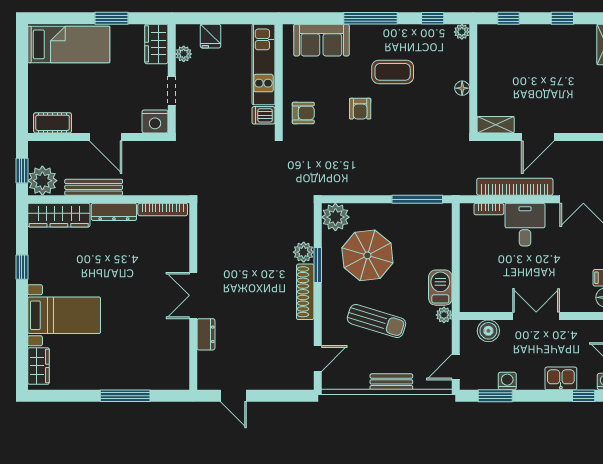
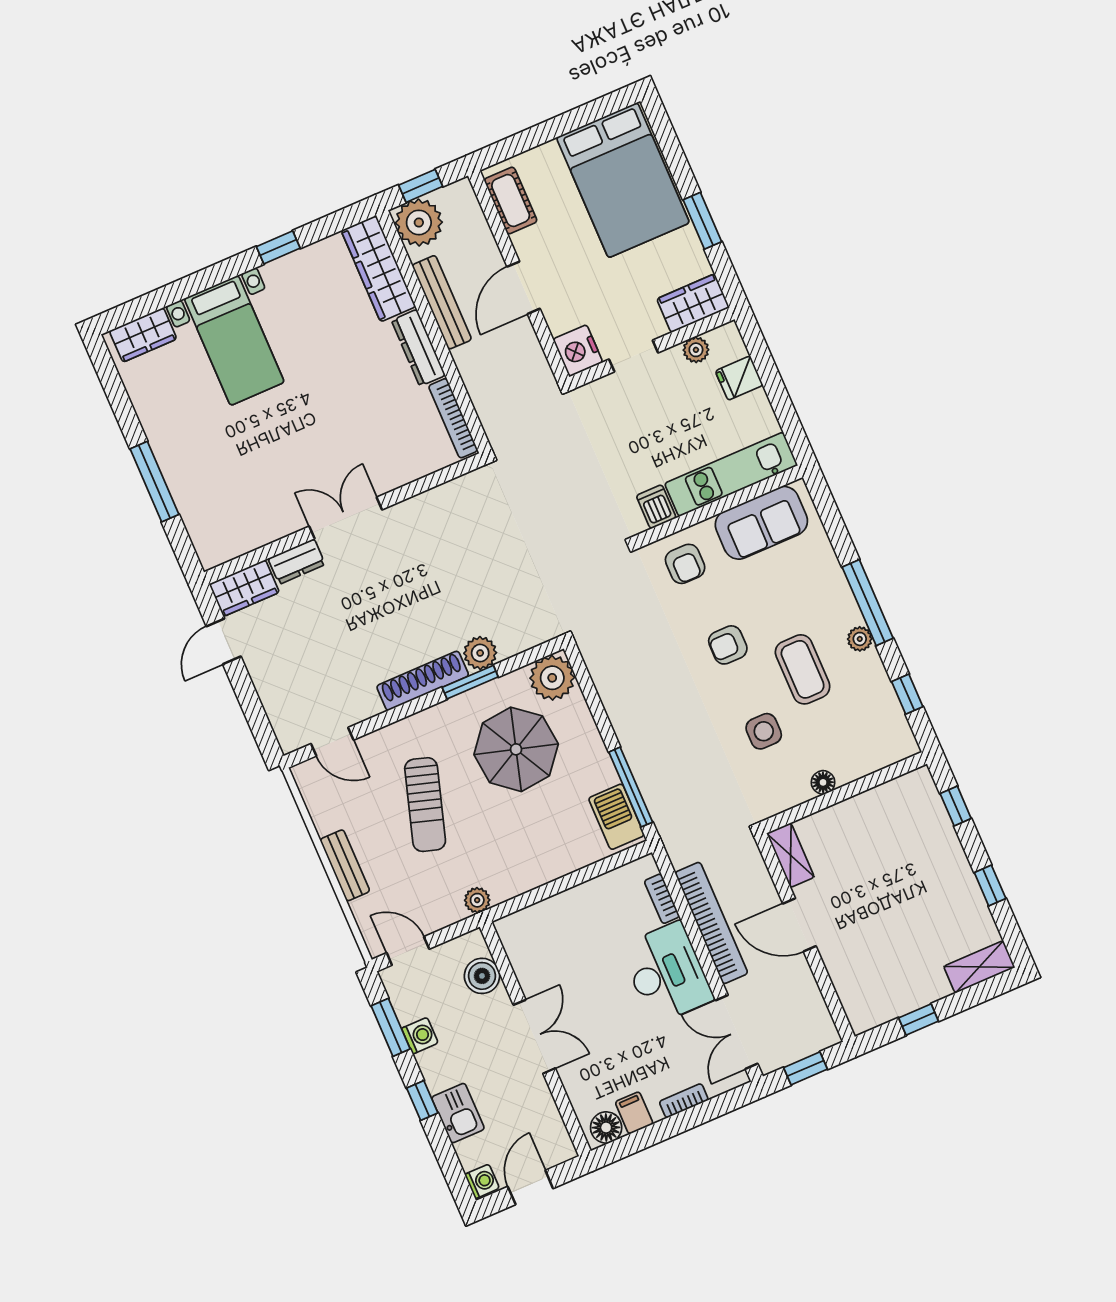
plant: (462, 32) -> (860, 639), moved
sofa: (321, 40) -> (761, 523), moved, turned -90
bed: (69, 44) -> (623, 180), width x1.50
side table: (418, 109) -> (764, 731), added
desk: (525, 225) -> (667, 973), width x1.37
barbecue: (440, 288) -> (616, 817), moved, turned -90
wardrobe: (208, 371) -> (244, 588), added
window: (584, 396) -> (422, 1100), moved

